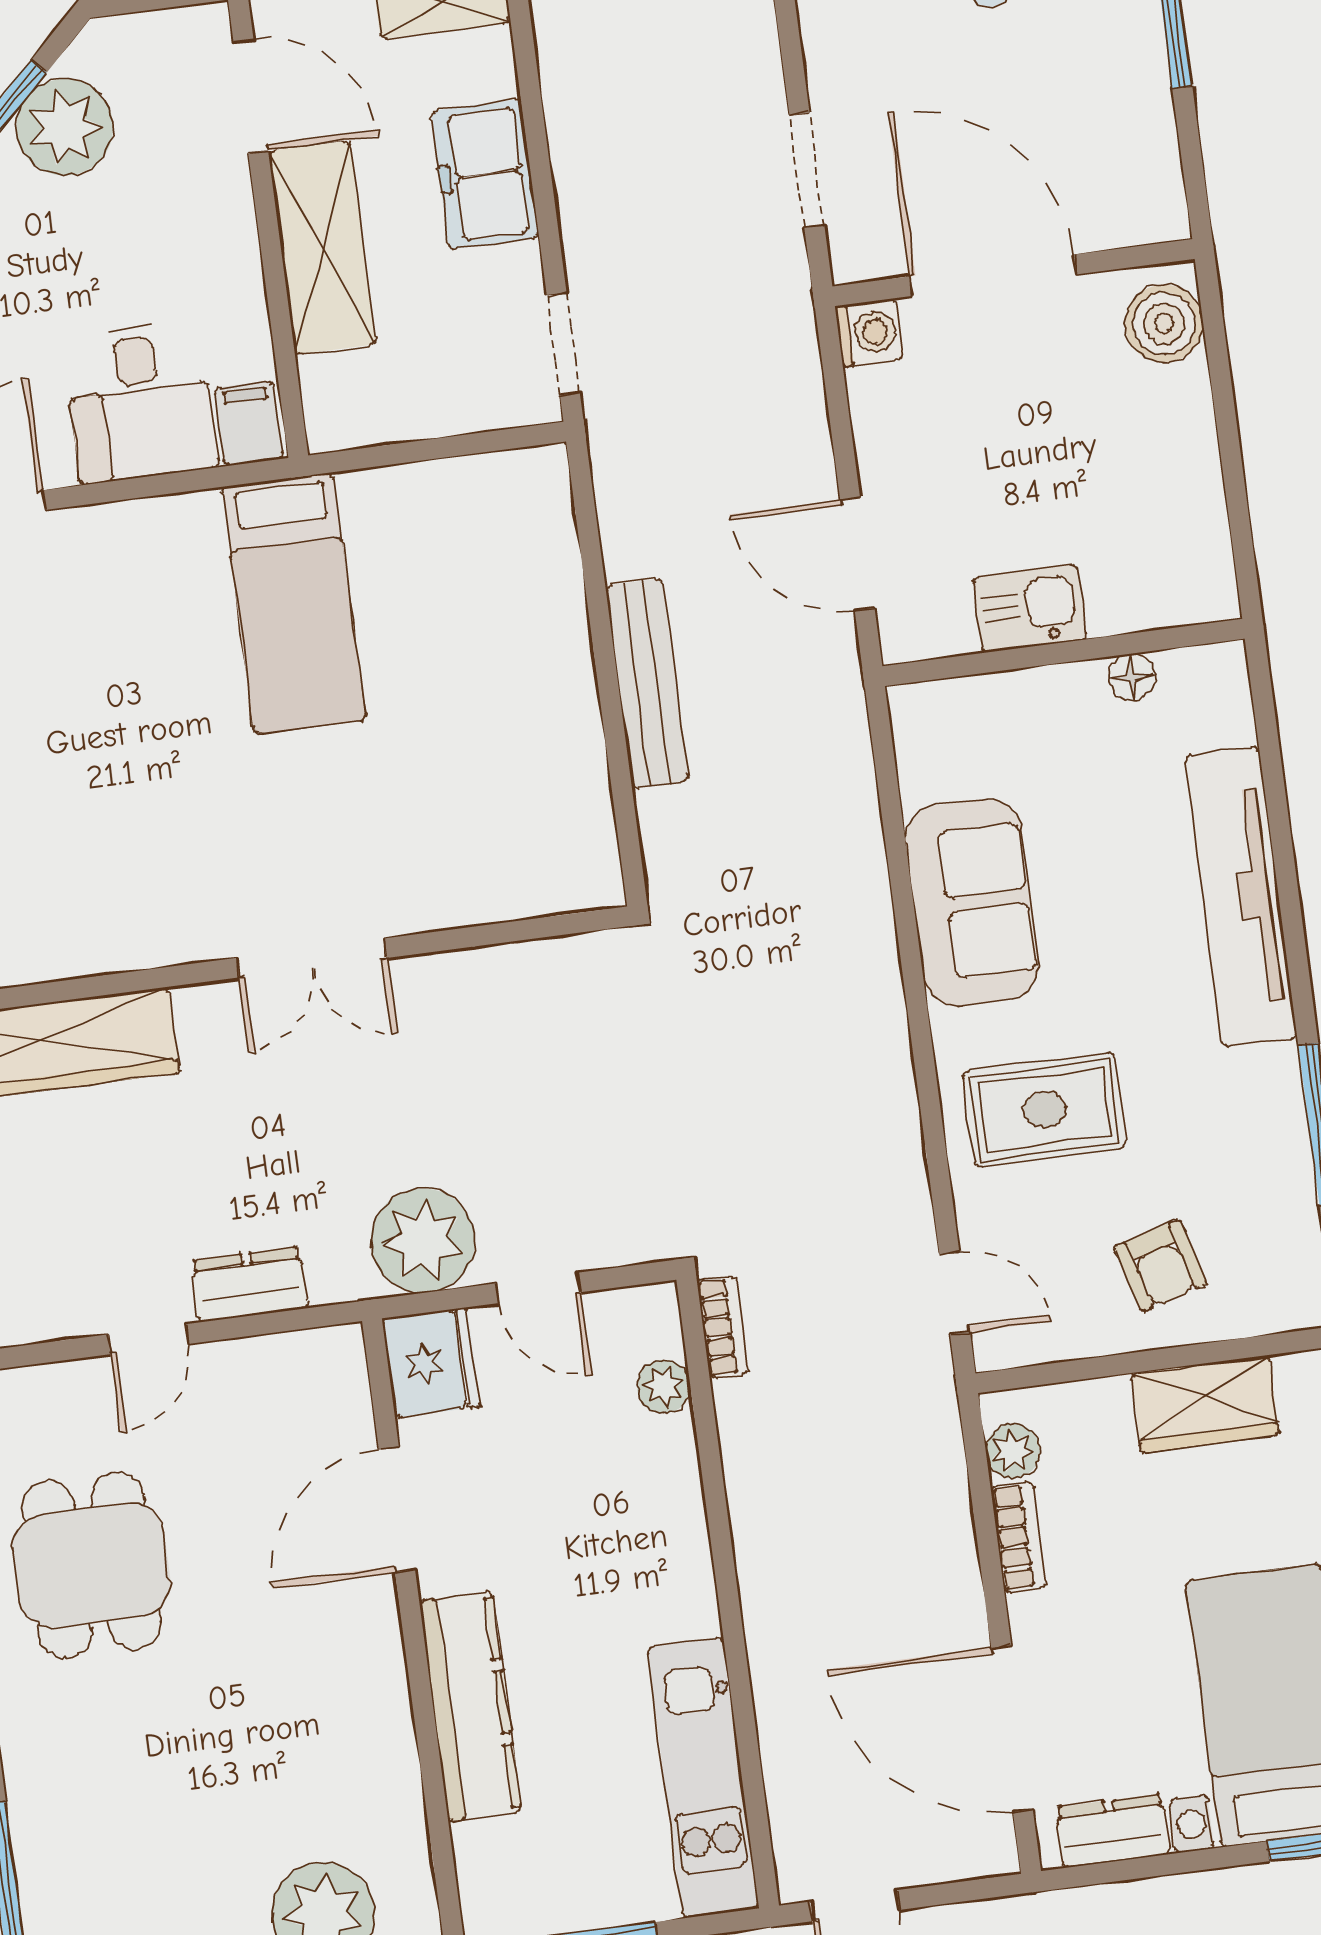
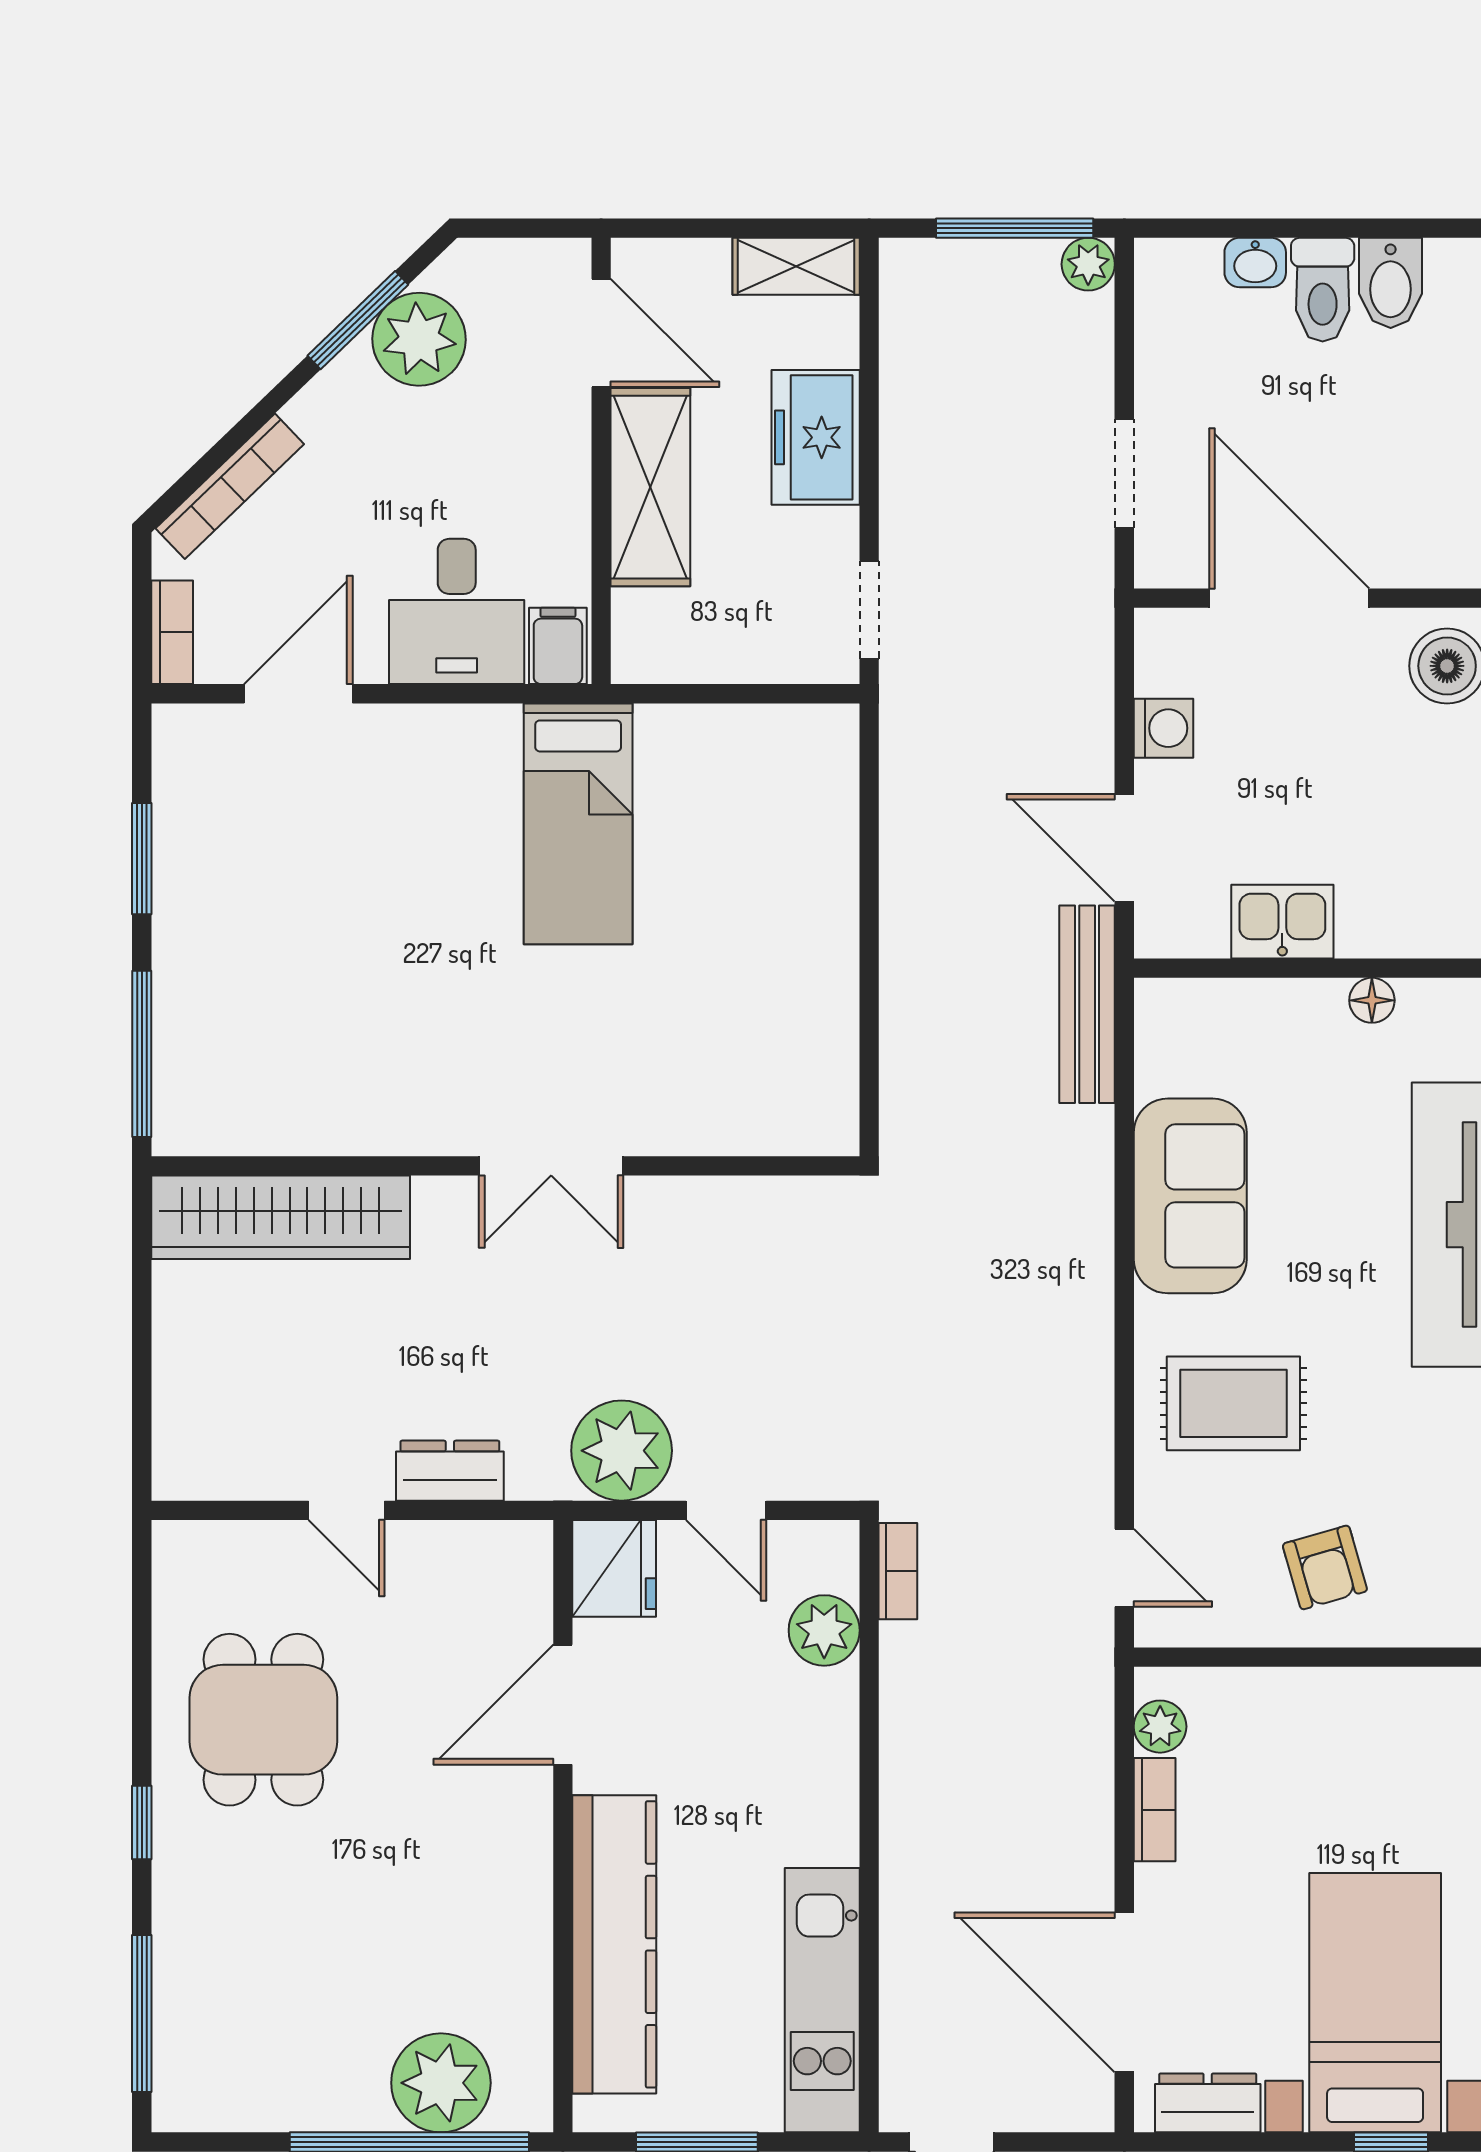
washing machine: (869, 333) -> (1164, 728), moved
bench: (647, 683) -> (1087, 1004), moved
door: (149, 1339) -> (346, 1510), hinge flipped
plant: (664, 1387) -> (824, 1630), width x1.38, depth x1.38
wardrobe: (1205, 1404) -> (1350, 1706), removed
kitchen counter: (470, 1706) -> (614, 1944), width x1.39, depth x1.17

